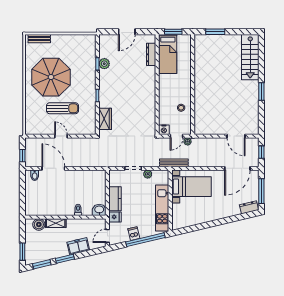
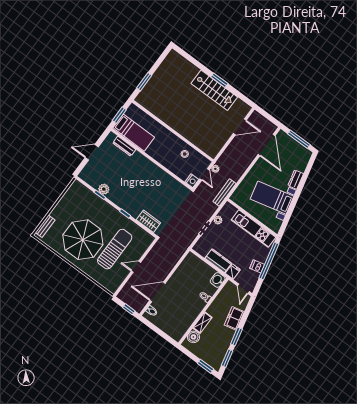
door: (127, 32) -> (92, 152), swing flipped
stairs: (250, 57) -> (214, 90), moved
sun lounger: (62, 108) -> (115, 249), width x1.36, depth x1.34
window: (261, 152) -> (268, 116), removed
bed with nightstands: (191, 187) -> (272, 198), moved, turned -103
dresser: (249, 207) -> (296, 180), moved

